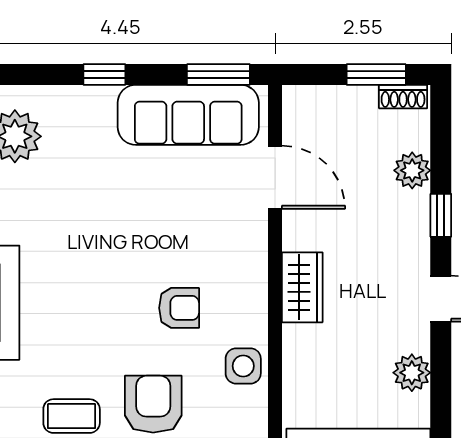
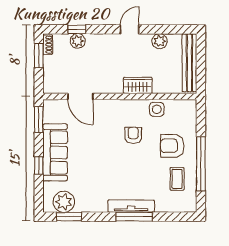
sofa: (188, 115) -> (55, 152), moved
door: (275, 177) -> (80, 96), swing flipped
window: (441, 215) -> (77, 29), moved
wardrobe: (302, 287) -> (138, 85), moved

